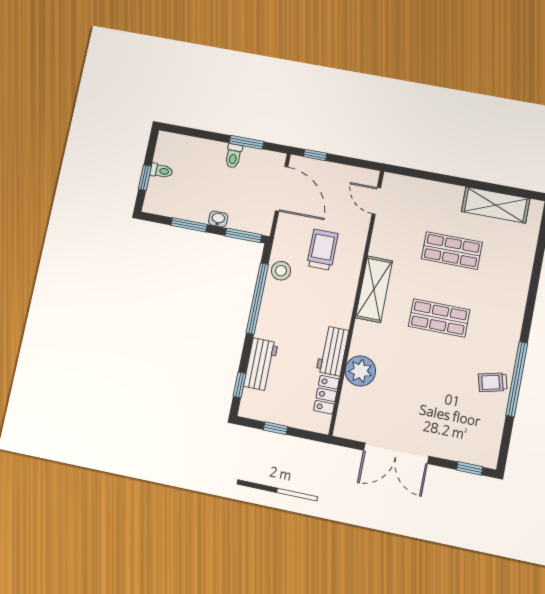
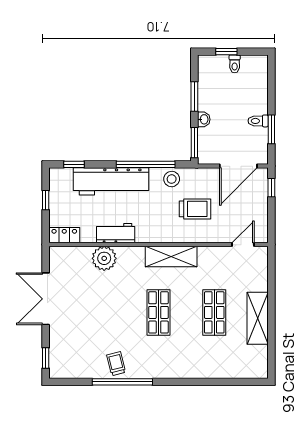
shelving: (496, 205) -> (258, 318), moved
workbench: (261, 364) -> (111, 181), width x1.88, depth x1.32
locker: (326, 395) -> (64, 235), moved

